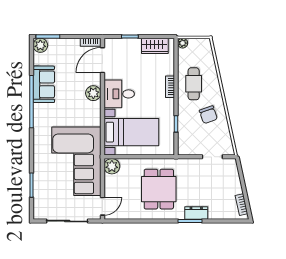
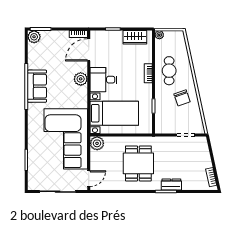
sofa: (44, 84) -> (37, 86), moved

